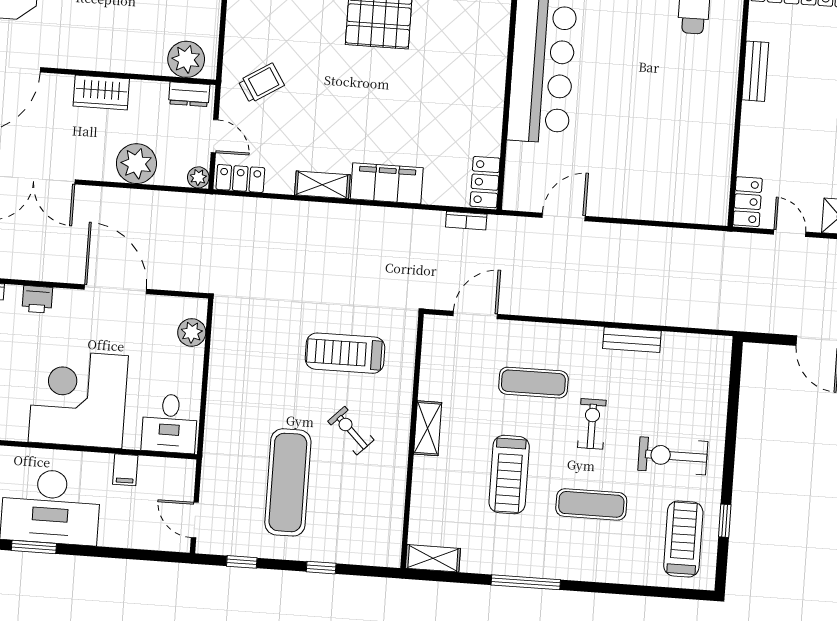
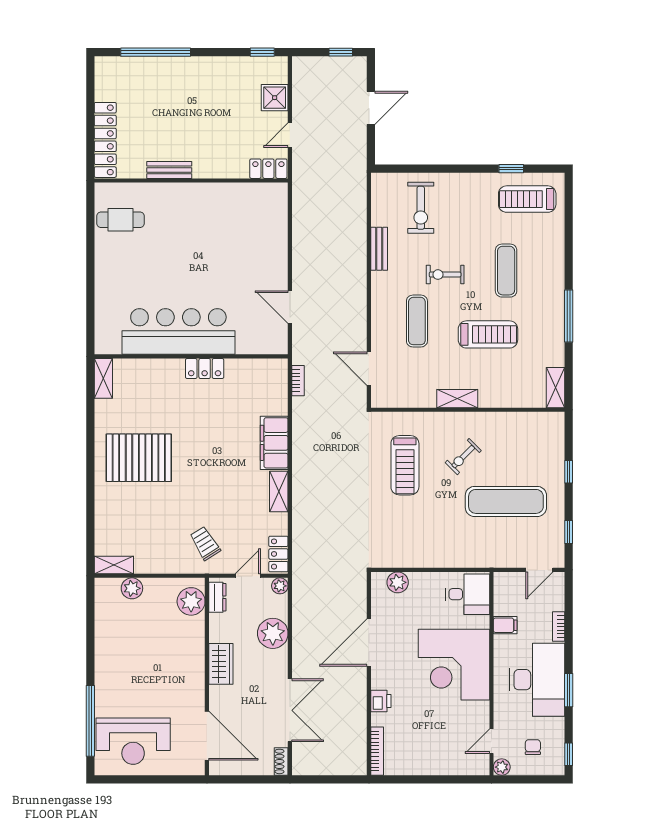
locker: (485, 182) -> (205, 369), moved
exercise bike: (673, 456) -> (421, 208), moved
bookcase: (118, 540) -> (559, 627), added

